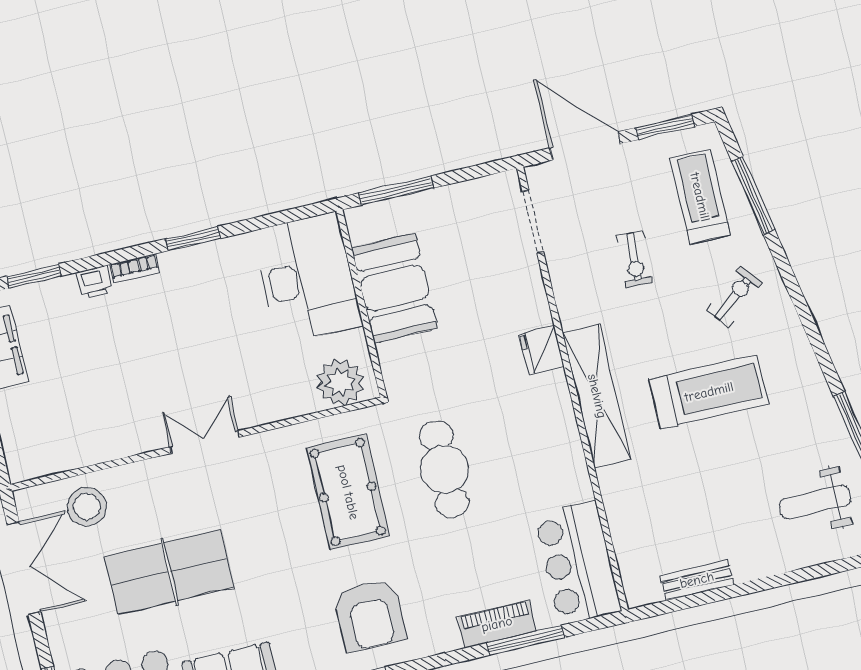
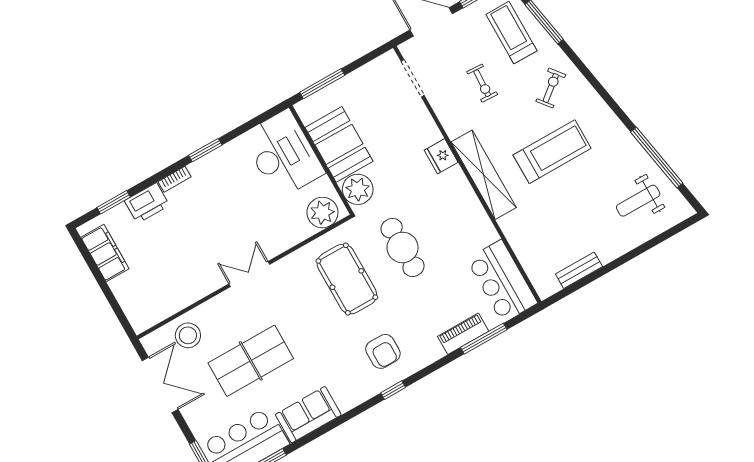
printer: (95, 282) -> (147, 203), width x1.87, depth x1.48
plant: (403, 363) -> (358, 189), added
armchair: (370, 615) -> (383, 351), width x0.73, depth x0.73

